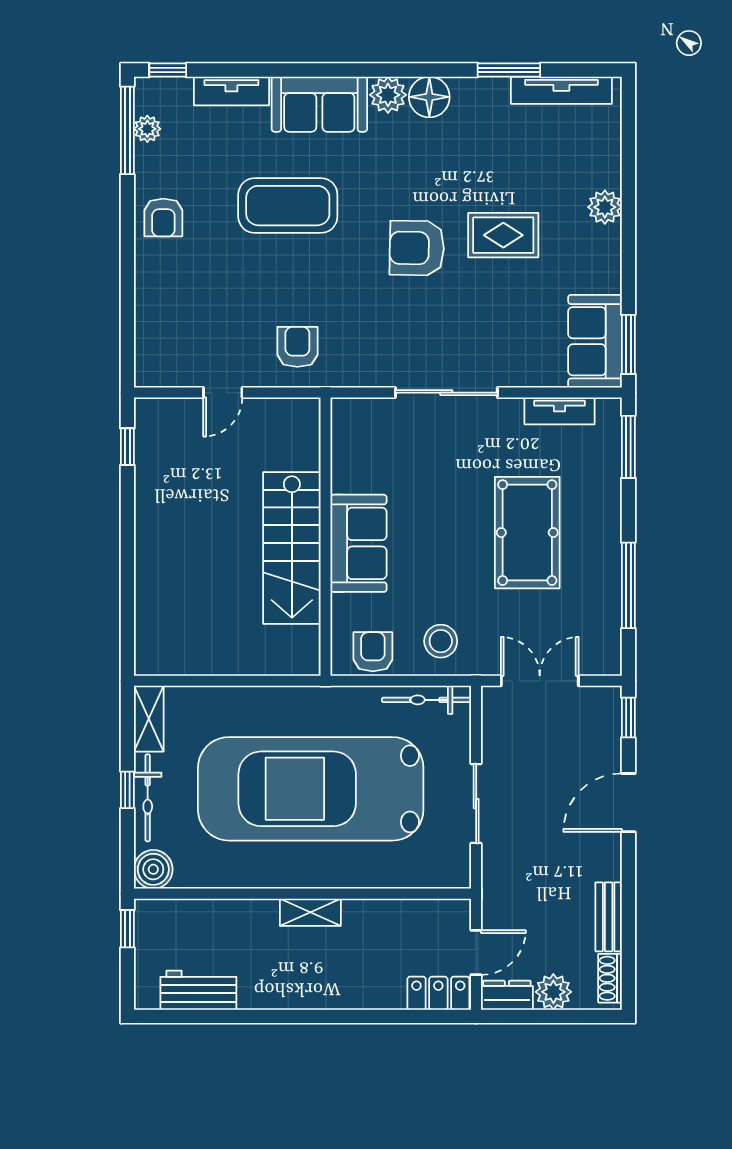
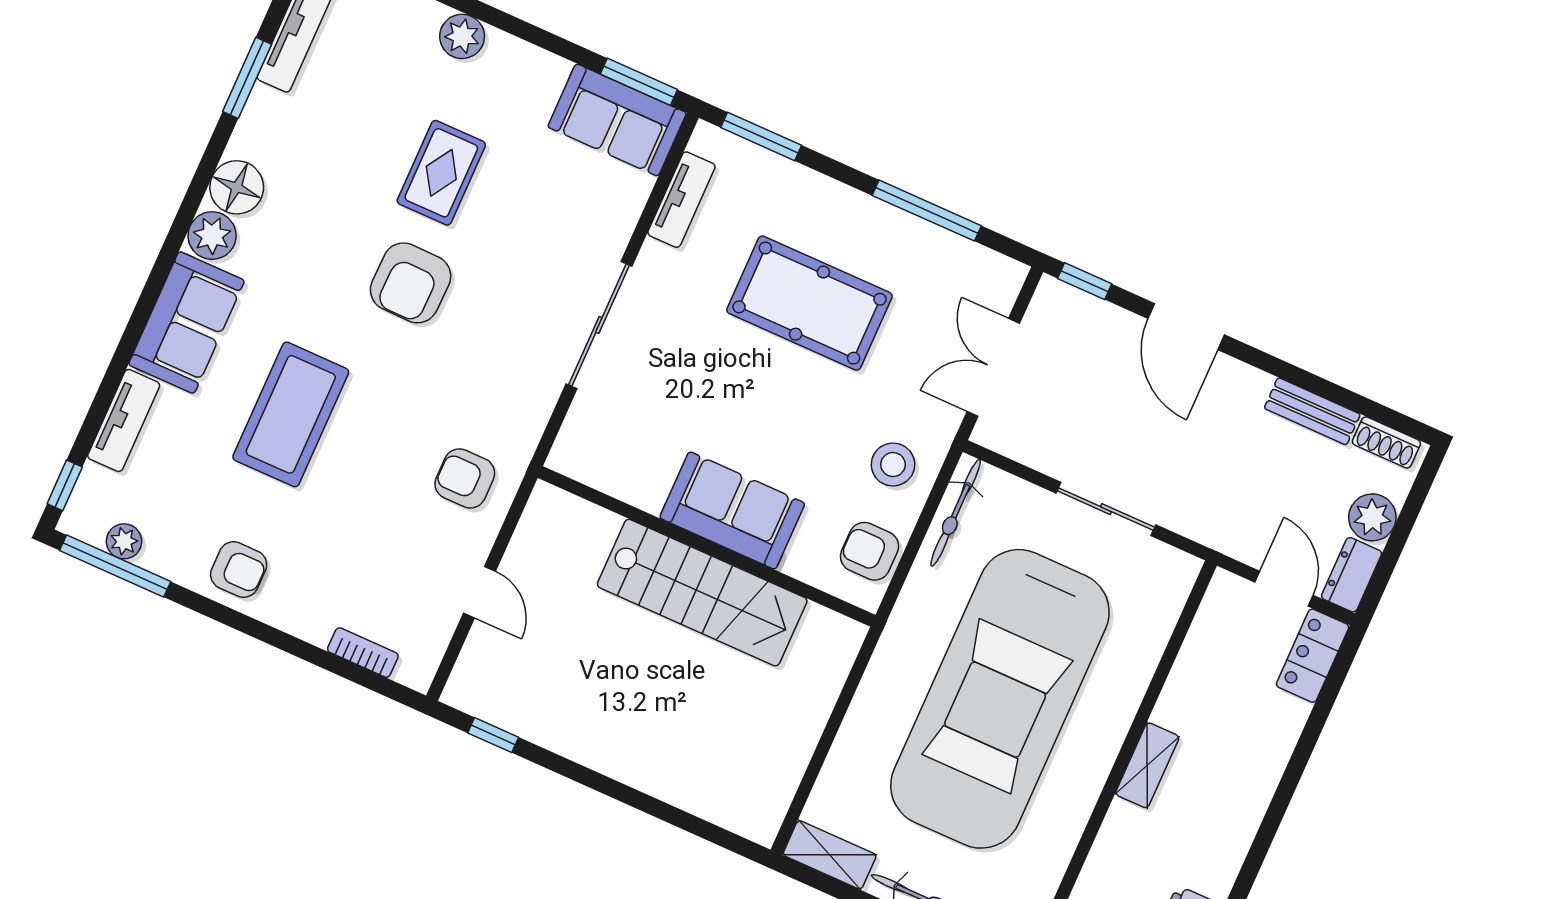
bookcase: (144, 330) -> (363, 653), added

